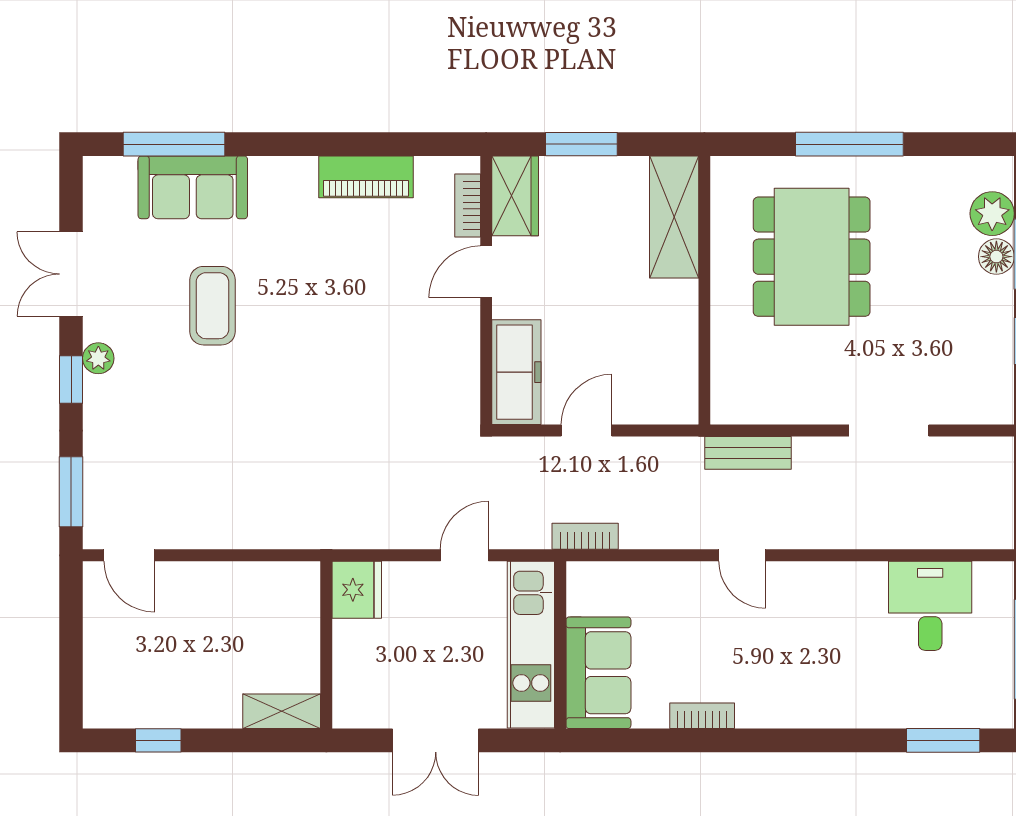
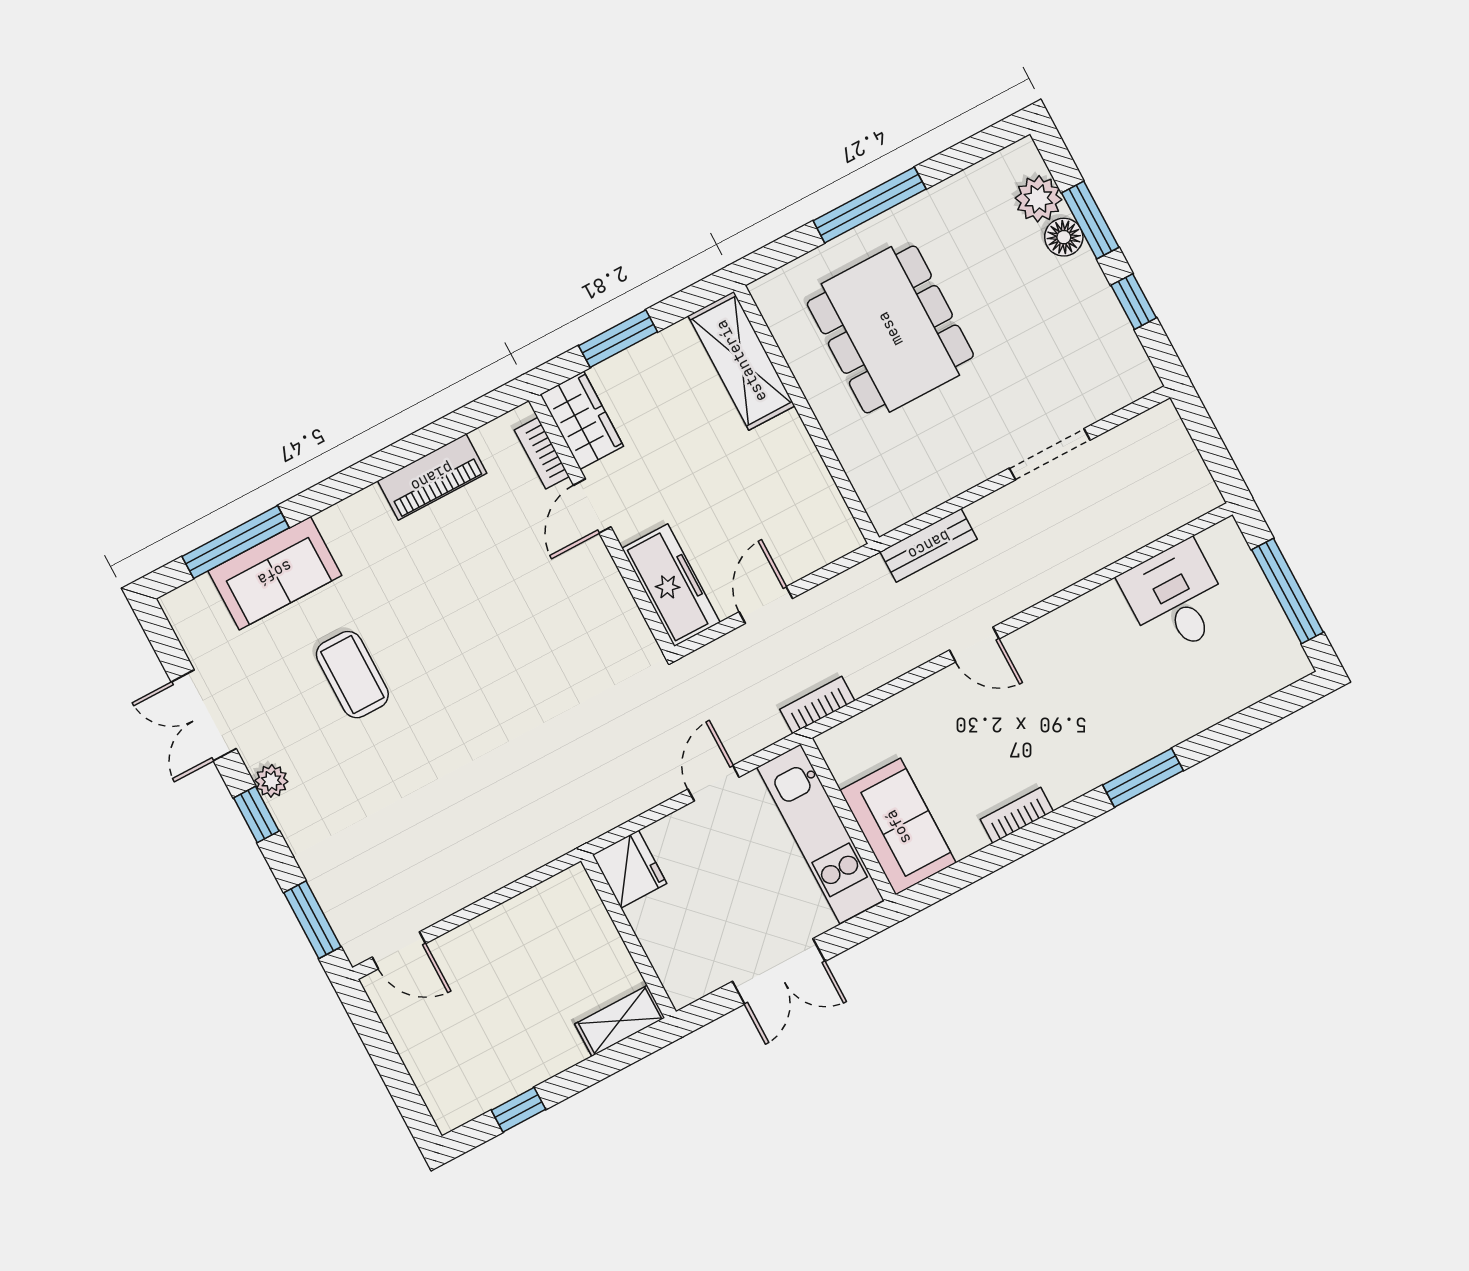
window: (943, 740) -> (1143, 778), moved

